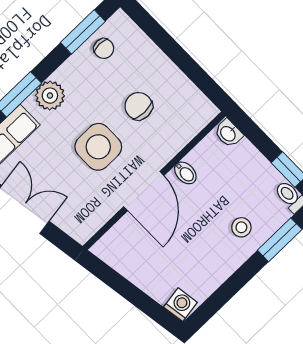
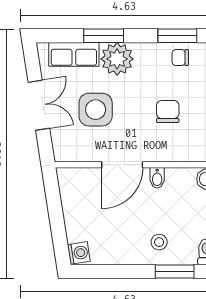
chair: (104, 49) -> (180, 58), turned 90
plant: (50, 96) -> (117, 59), width x1.36, depth x1.36
side table: (98, 147) -> (96, 110), moved

